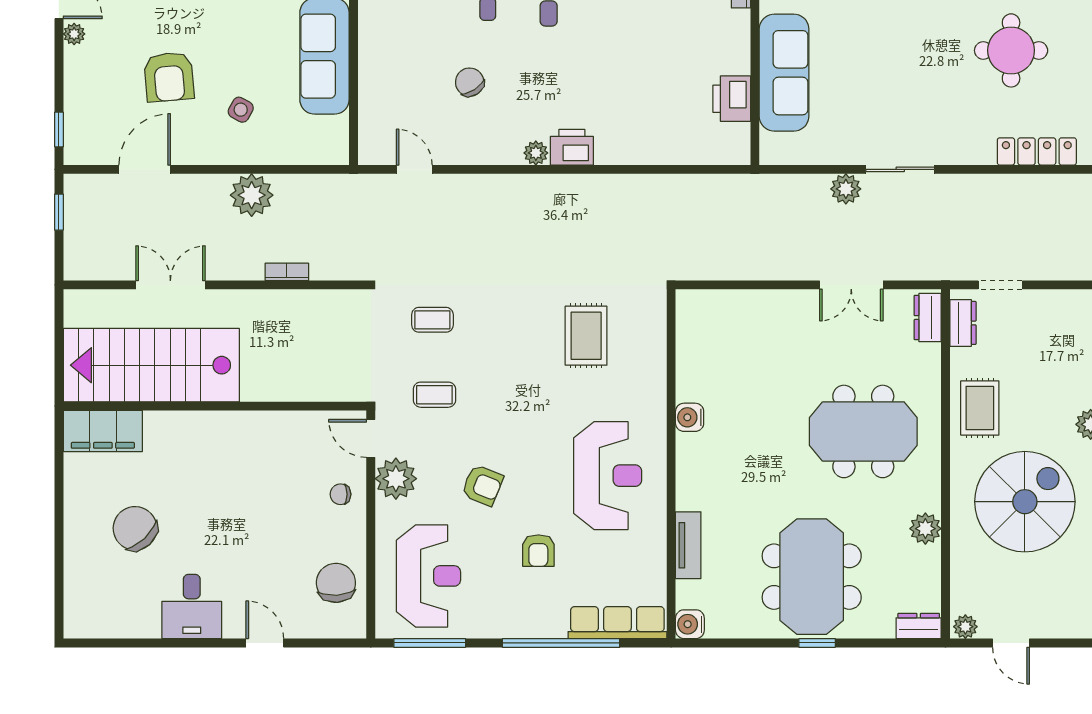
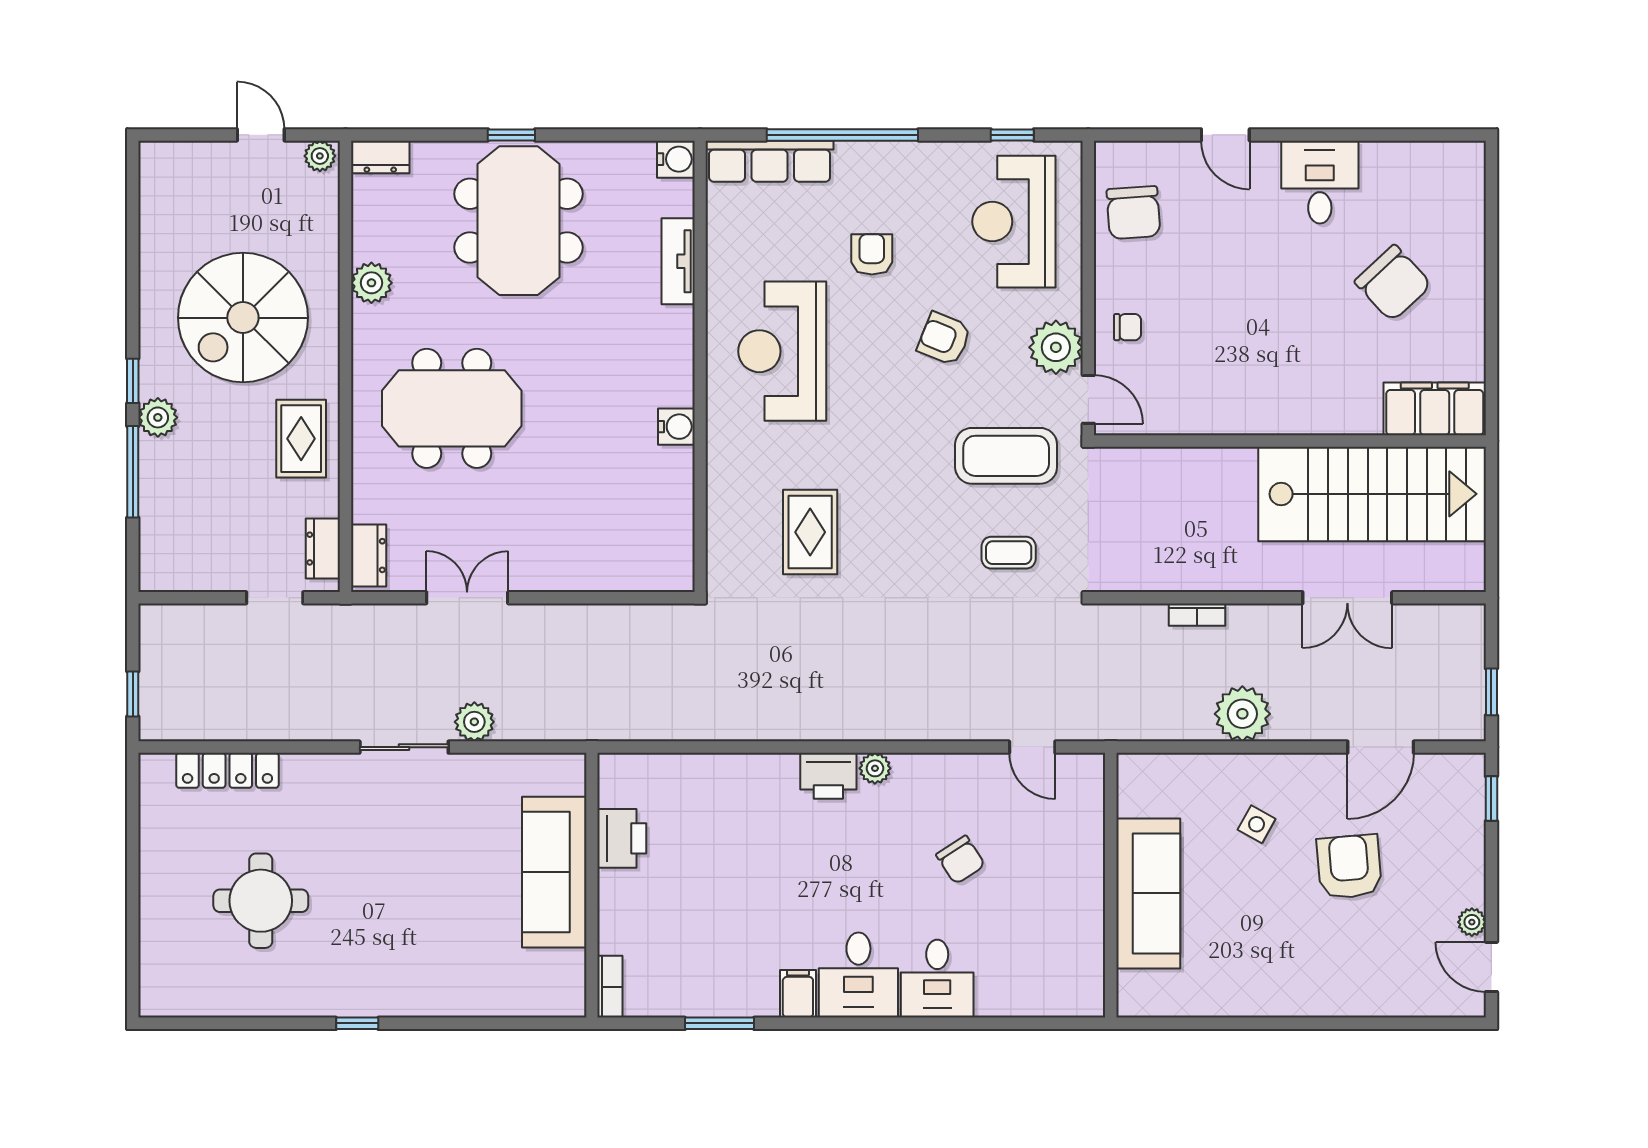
coffee table: (434, 395) -> (1006, 456), width x1.86, depth x1.72
window: (430, 643) -> (1012, 135), width x0.46

